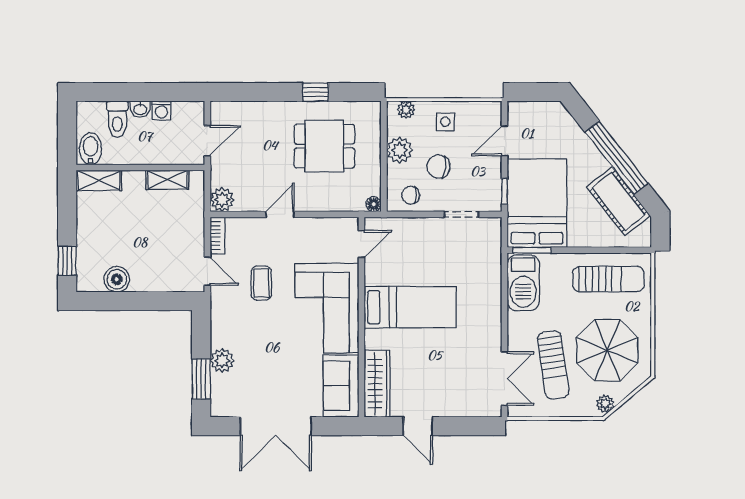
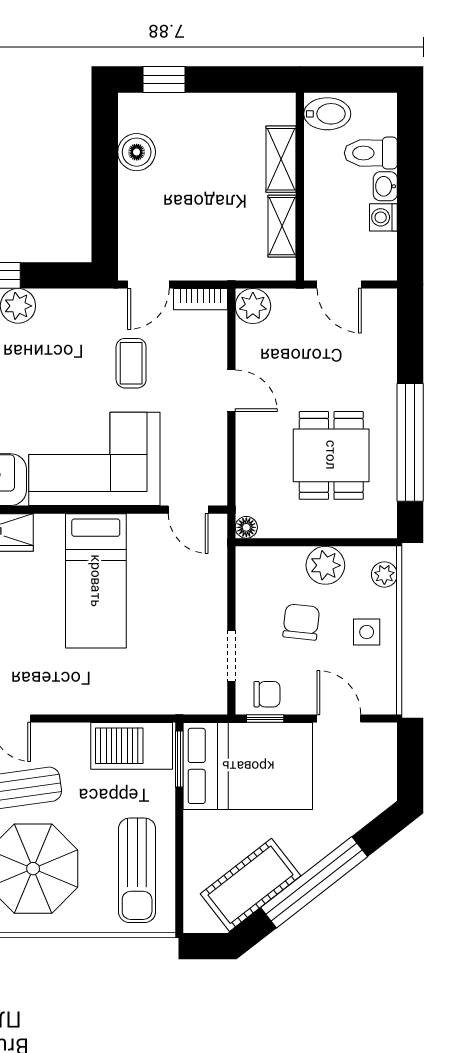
window: (316, 92) -> (410, 442), width x3.17
shelving: (99, 180) -> (281, 159), moved
chair: (411, 195) -> (267, 694), moved, turned 90
coffee table: (261, 283) -> (131, 363), turned 90

